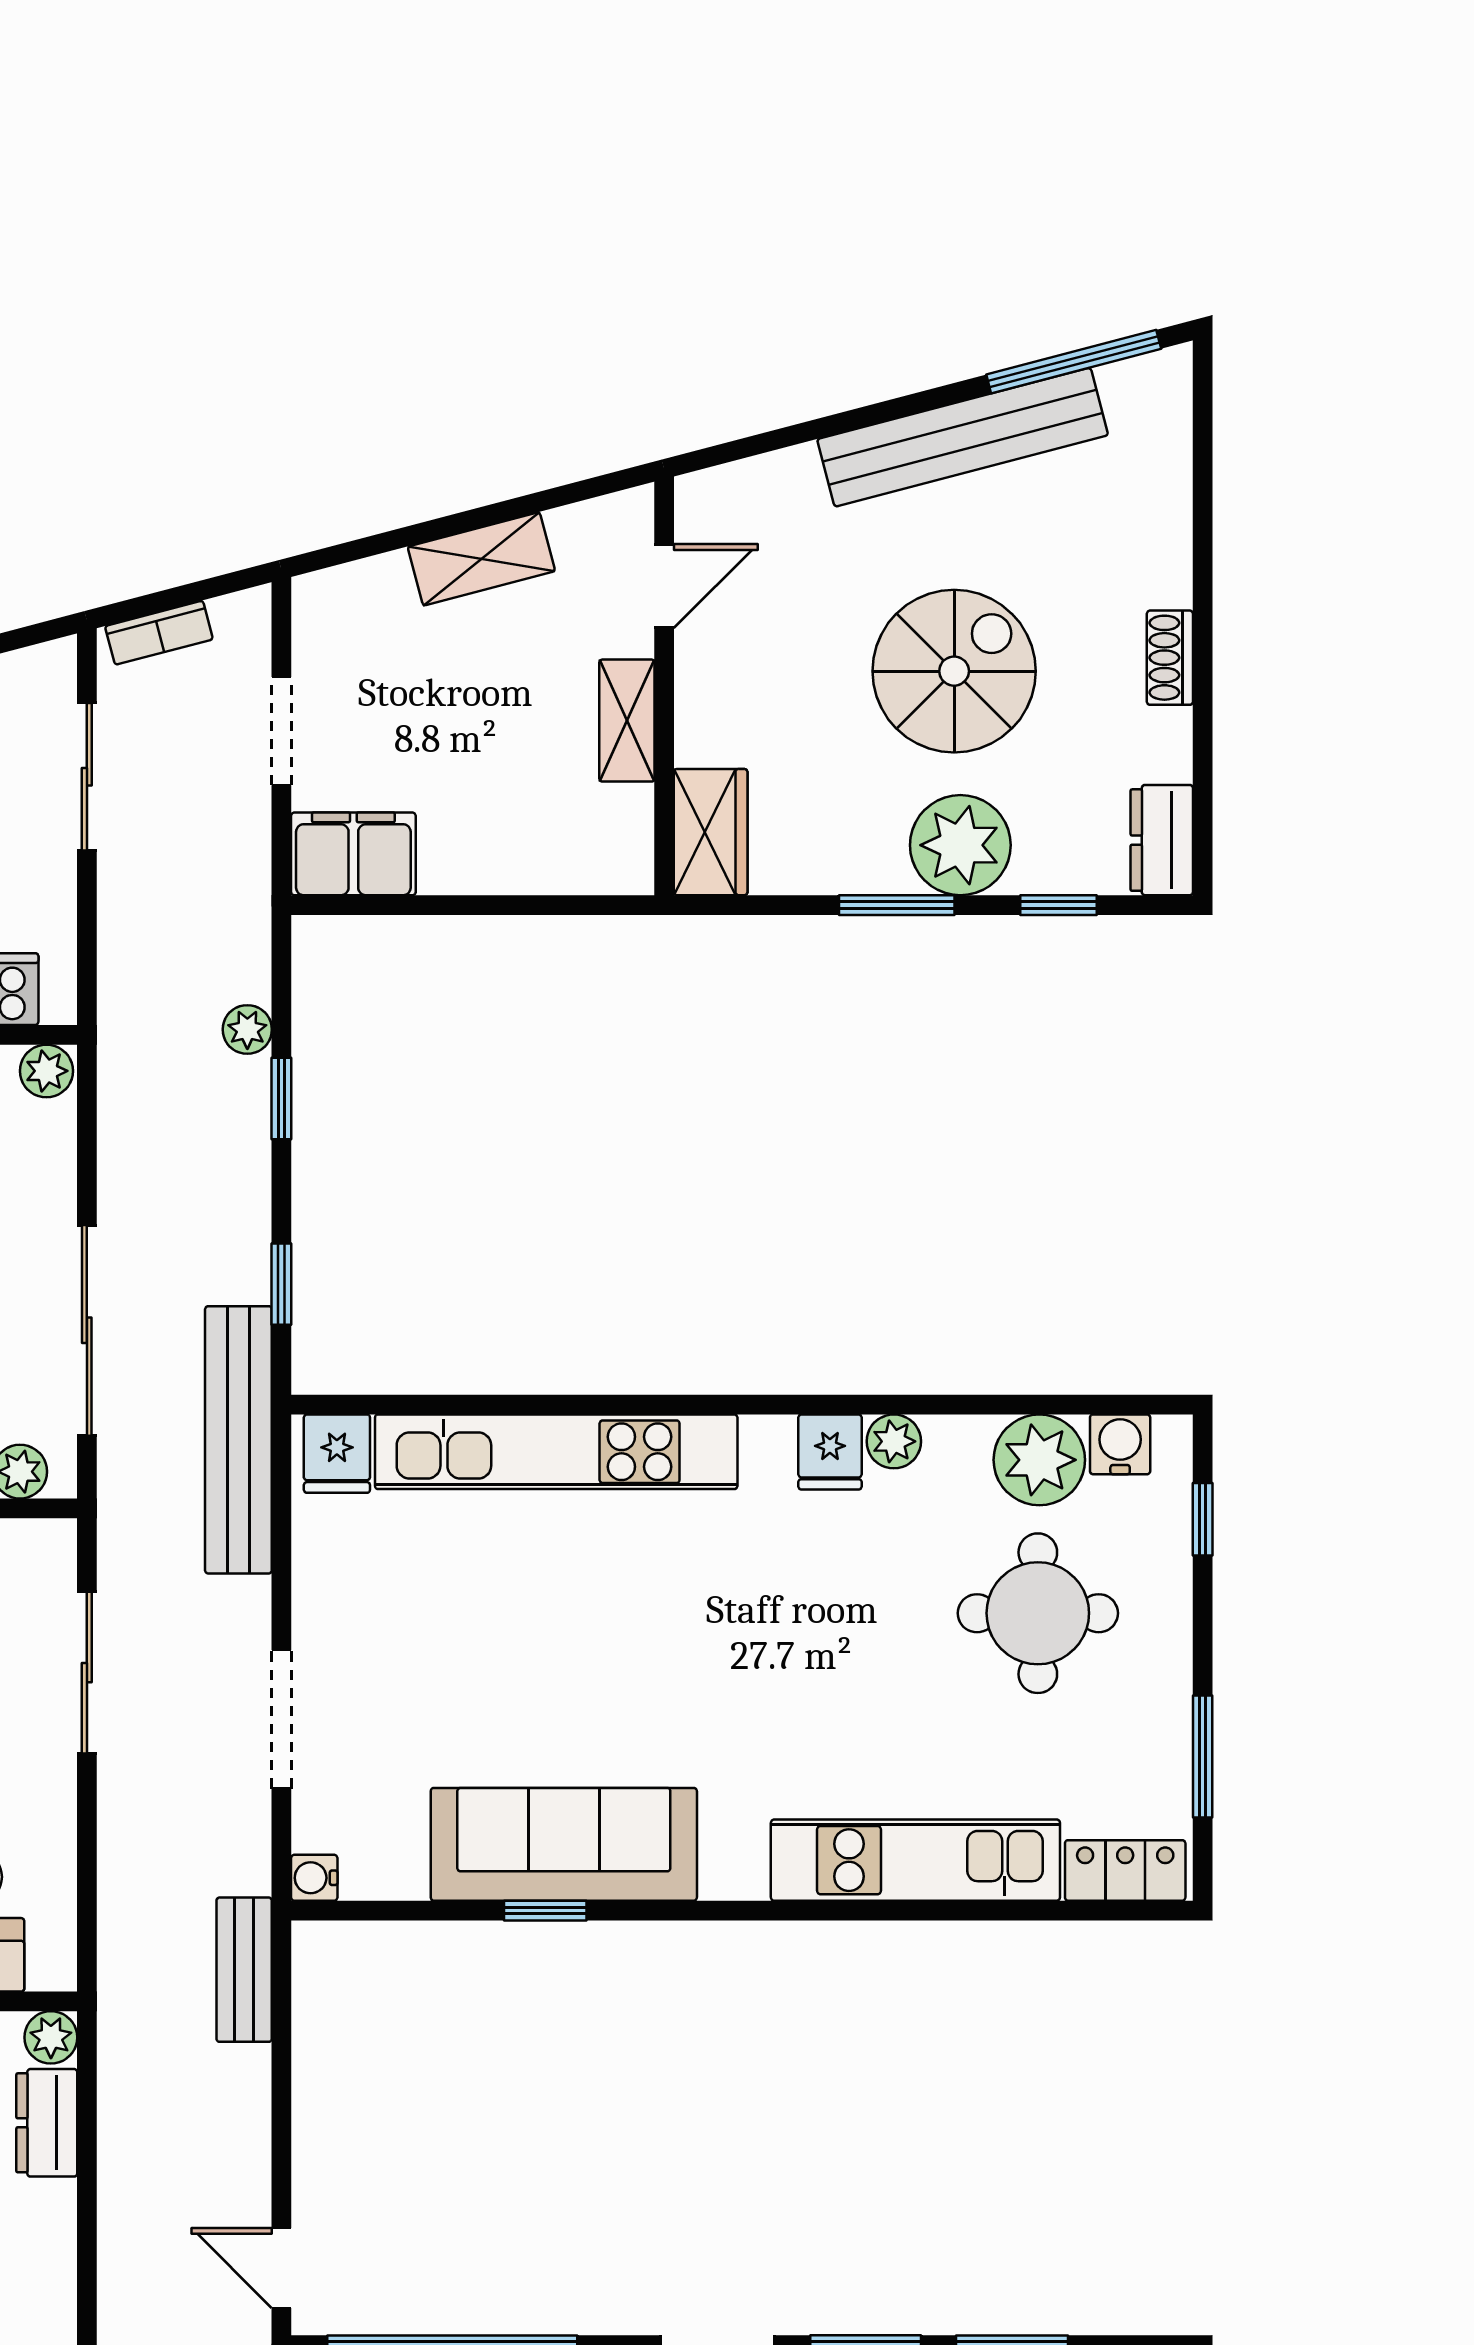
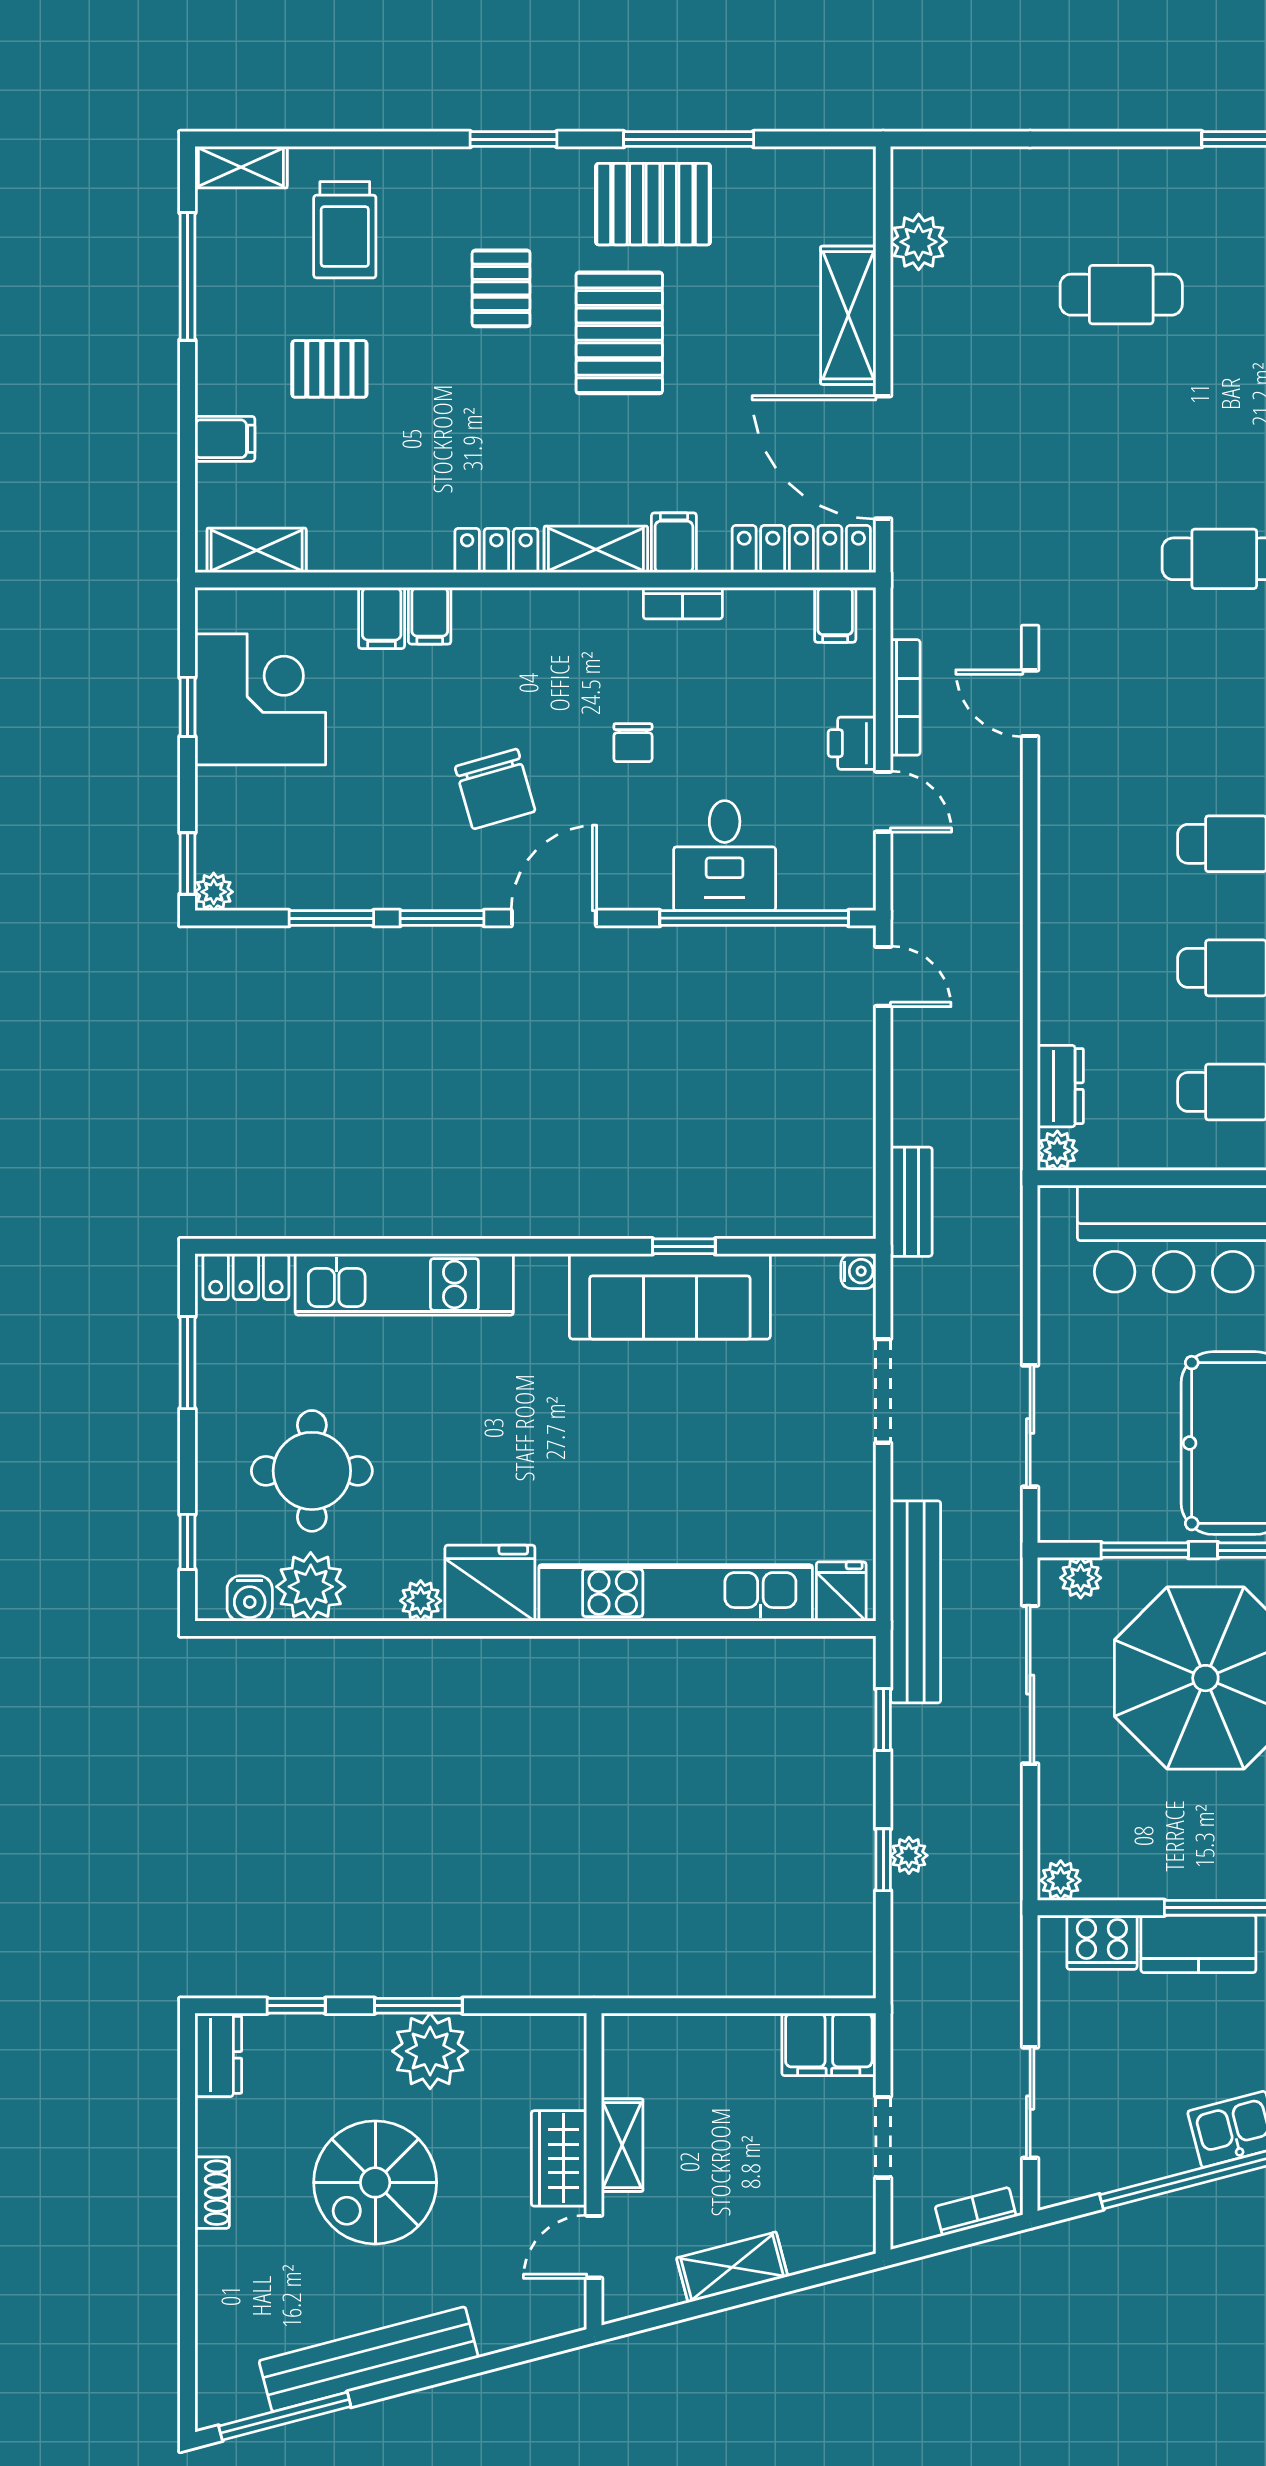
wardrobe: (711, 832) -> (559, 2158), moved
plant: (960, 845) -> (430, 2051), moved
plant: (247, 1029) -> (909, 1855), moved
fridge: (830, 1452) -> (490, 1583), width x1.88, depth x1.34

